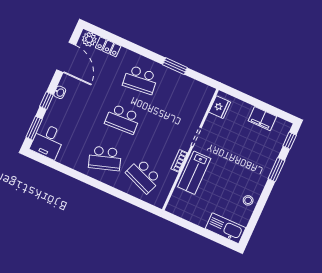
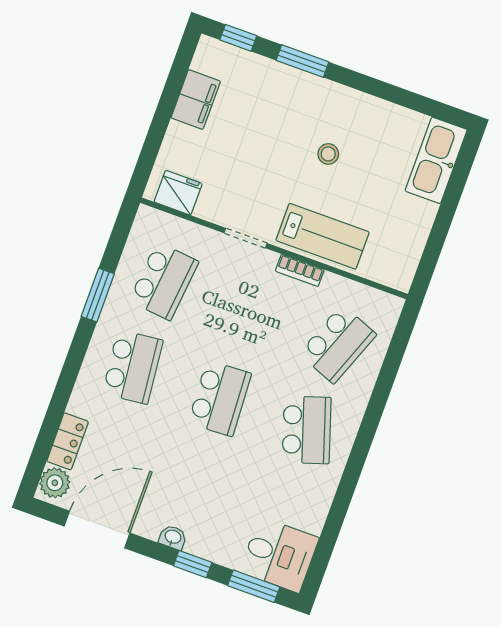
school desk: (179, 97) -> (164, 281), added
stool: (248, 200) -> (328, 154), moved

